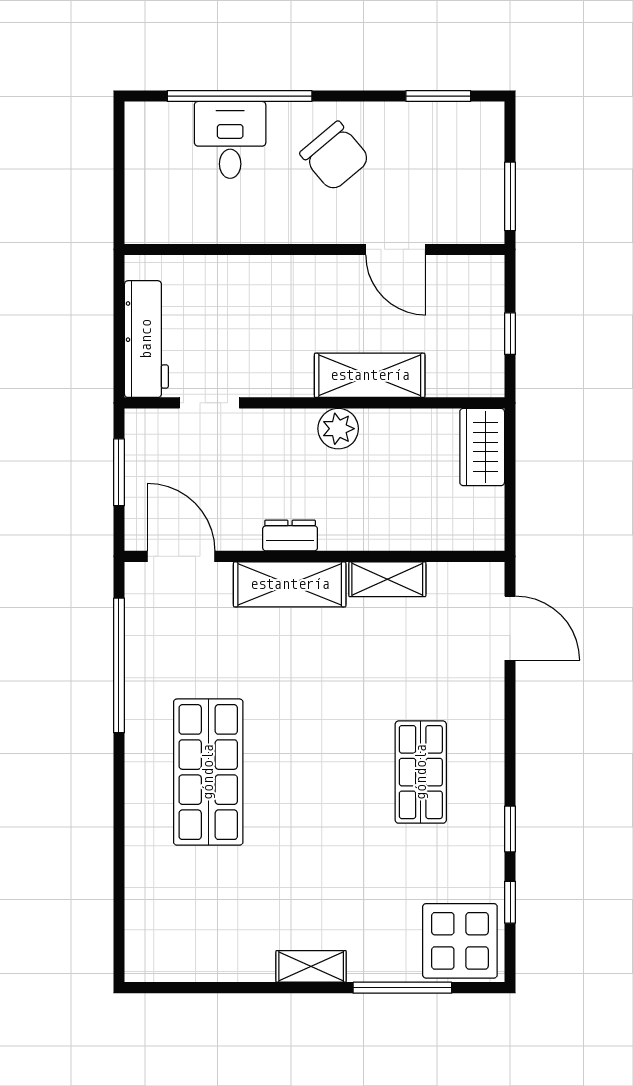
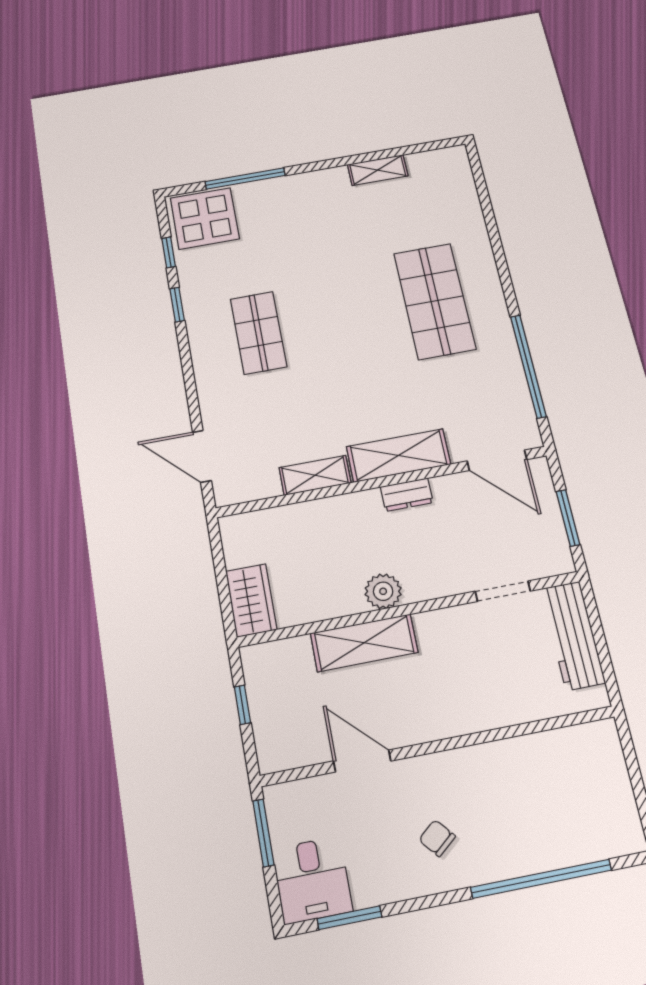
desk: (230, 140) -> (312, 880), moved
chair: (335, 156) -> (437, 838), width x0.54, depth x0.54
shelving: (311, 966) -> (378, 170), moved

